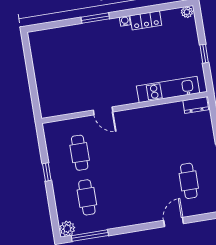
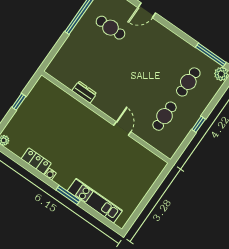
kitchen unit: (168, 89) -> (95, 201), moved, turned 180
dresser: (196, 105) -> (84, 92), moved
cafe table: (189, 181) -> (110, 28), turned 90

